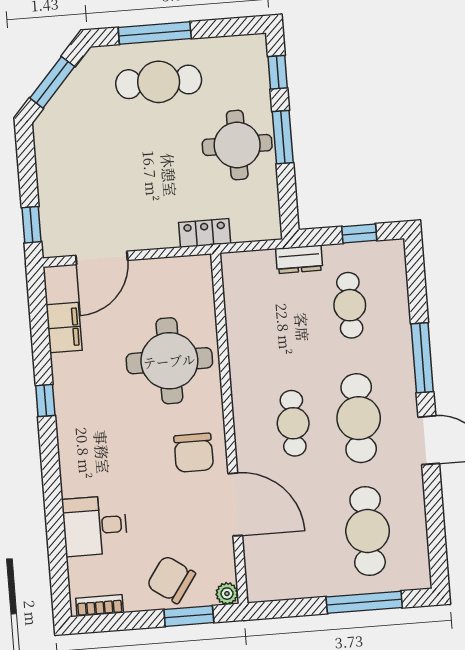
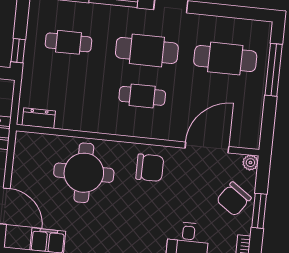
window: (359, 233) -> (18, 51), moved
dresser: (299, 259) -> (39, 118), moved, turned -90
door: (235, 504) -> (207, 147), moved
window: (189, 616) -> (259, 211), moved

